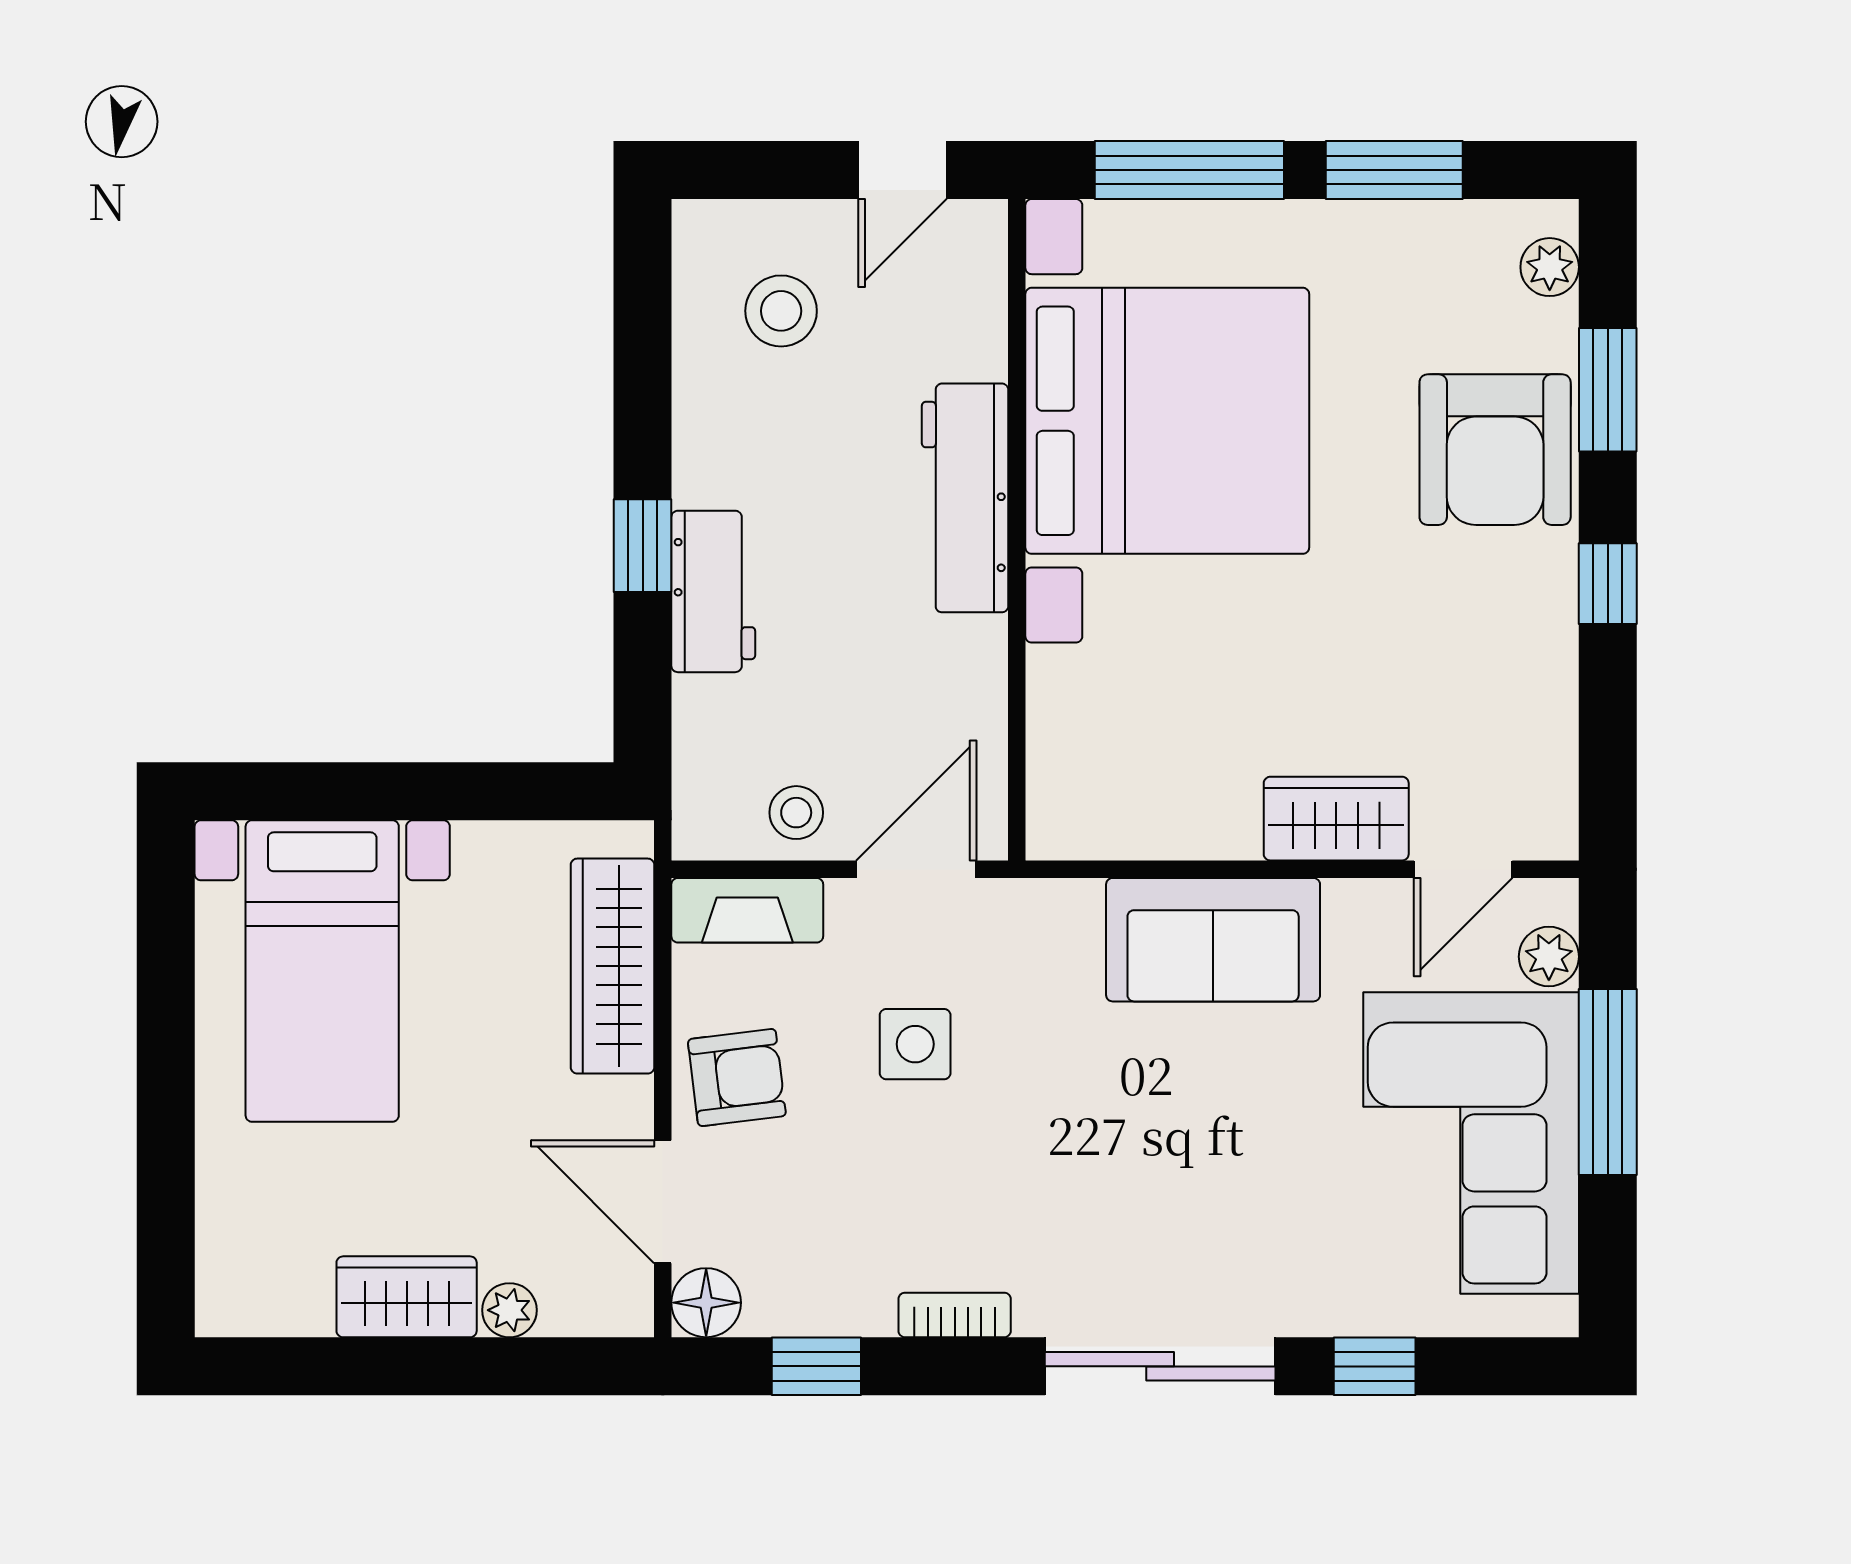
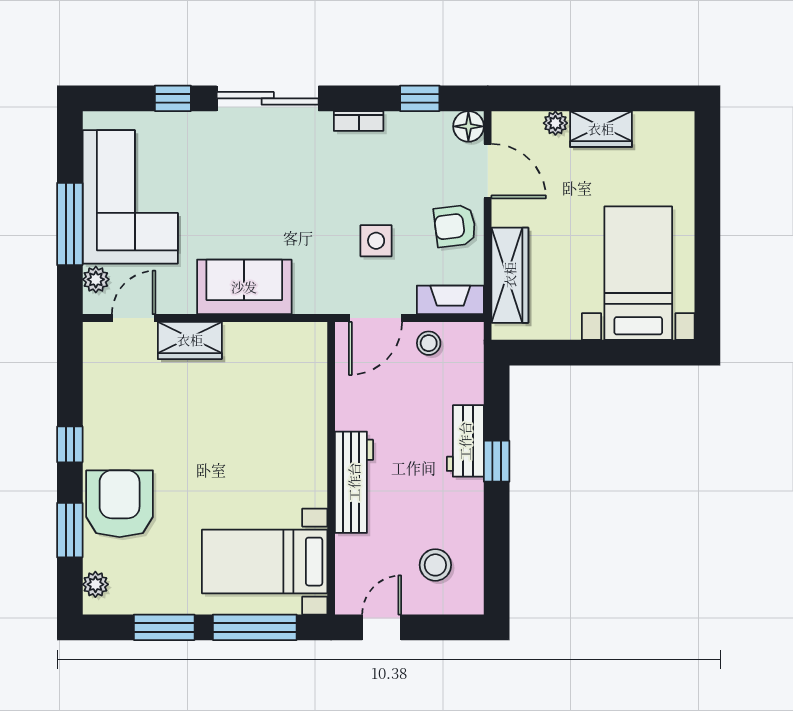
bed with nightstands: (1167, 421) -> (265, 562), width x0.54

